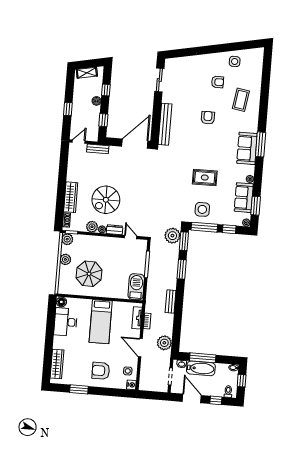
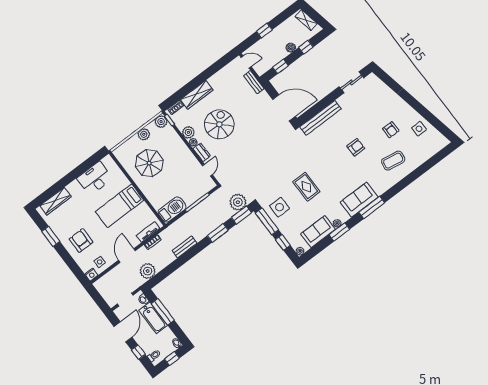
spiral stairs: (106, 200) -> (219, 124), turned 90
window: (256, 206) -> (339, 232), moved
floor lamp: (61, 302) -> (108, 161), removed

